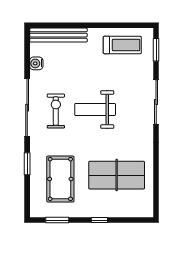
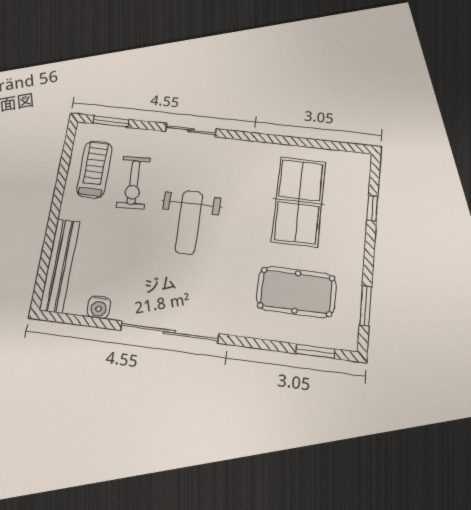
sliding door: (156, 102) -> (191, 130), width x0.73
exercise bike: (56, 111) -> (133, 182), moved, turned -92
window: (27, 164) -> (315, 351), moved
window: (99, 220) -> (372, 208), moved

